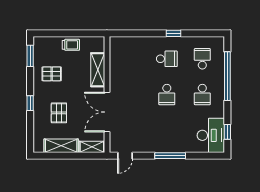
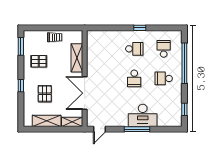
school desk: (202, 95) -> (164, 78), turned 90
desk: (211, 135) -> (143, 115), moved, turned 90

